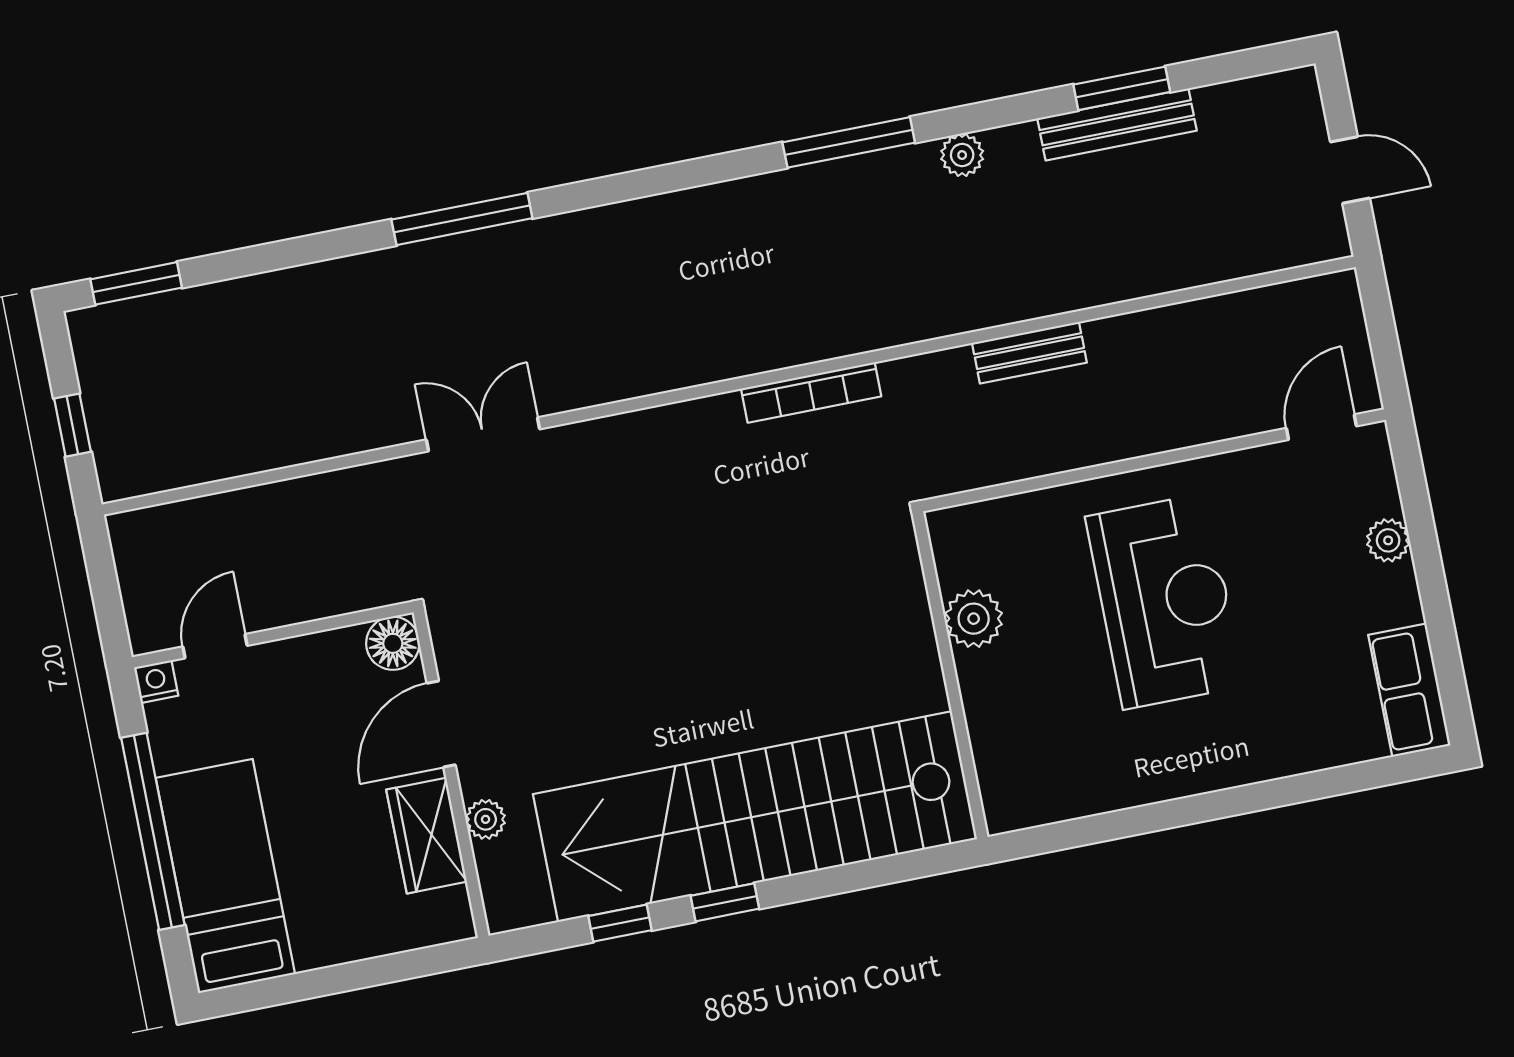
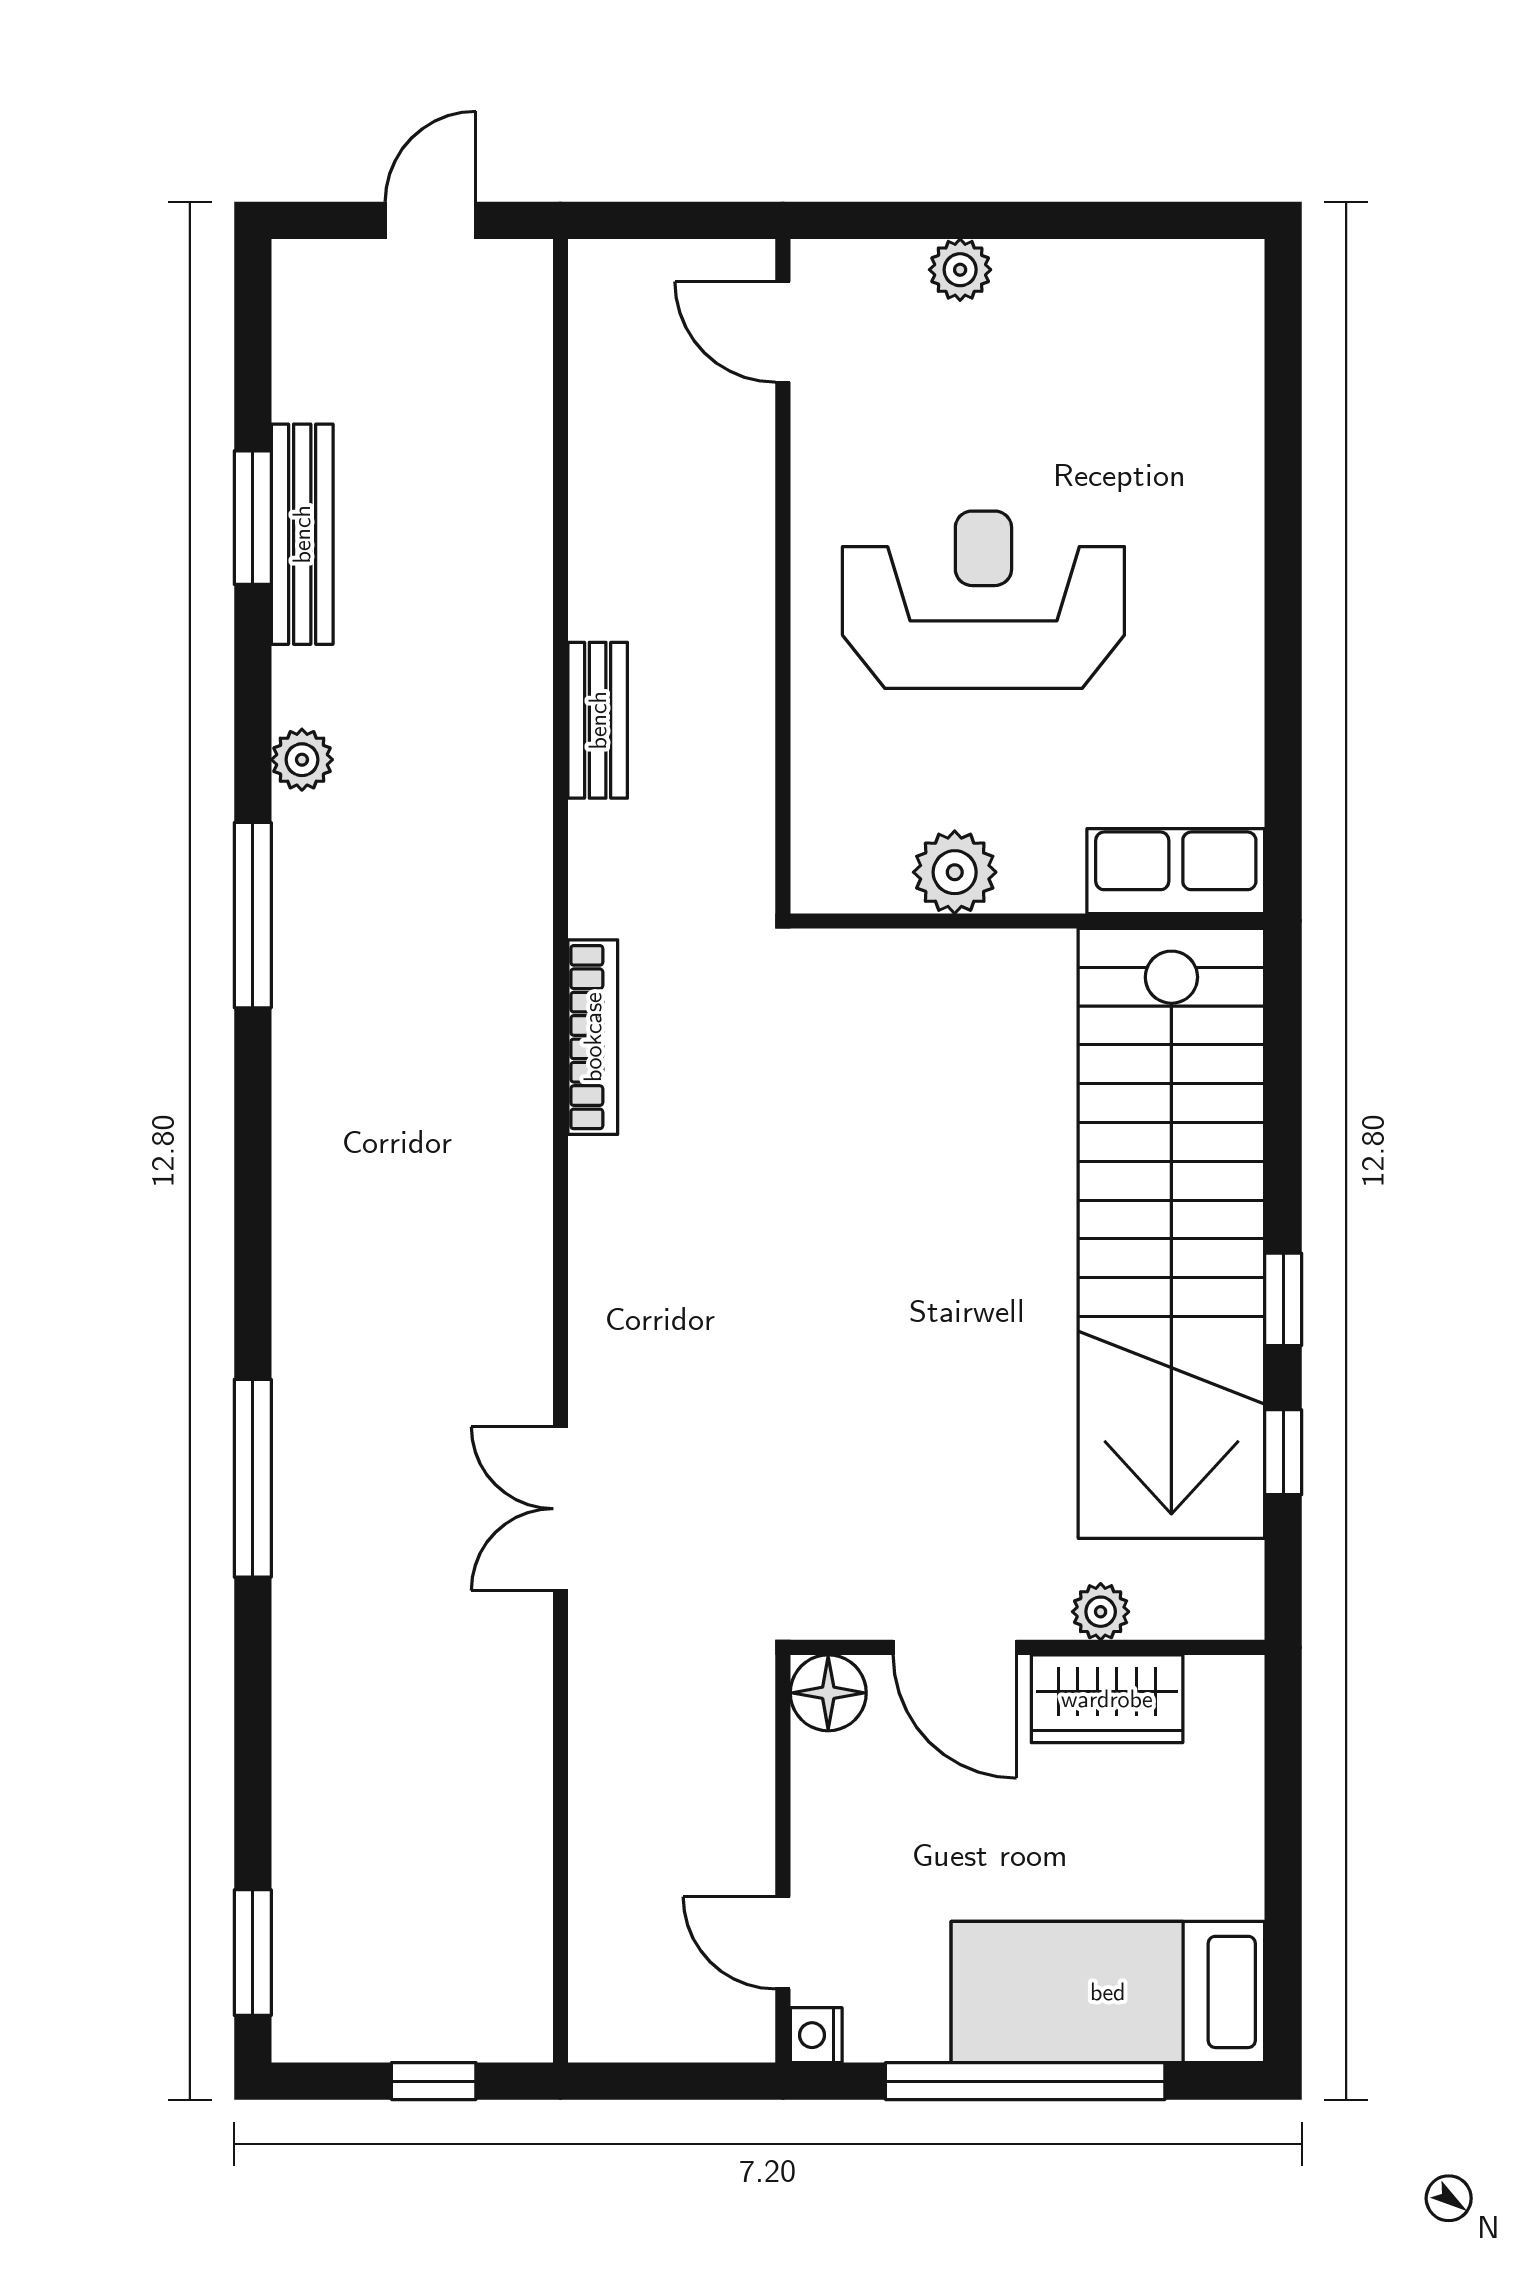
row of seats: (1409, 690) -> (1176, 871), moved, turned 180

